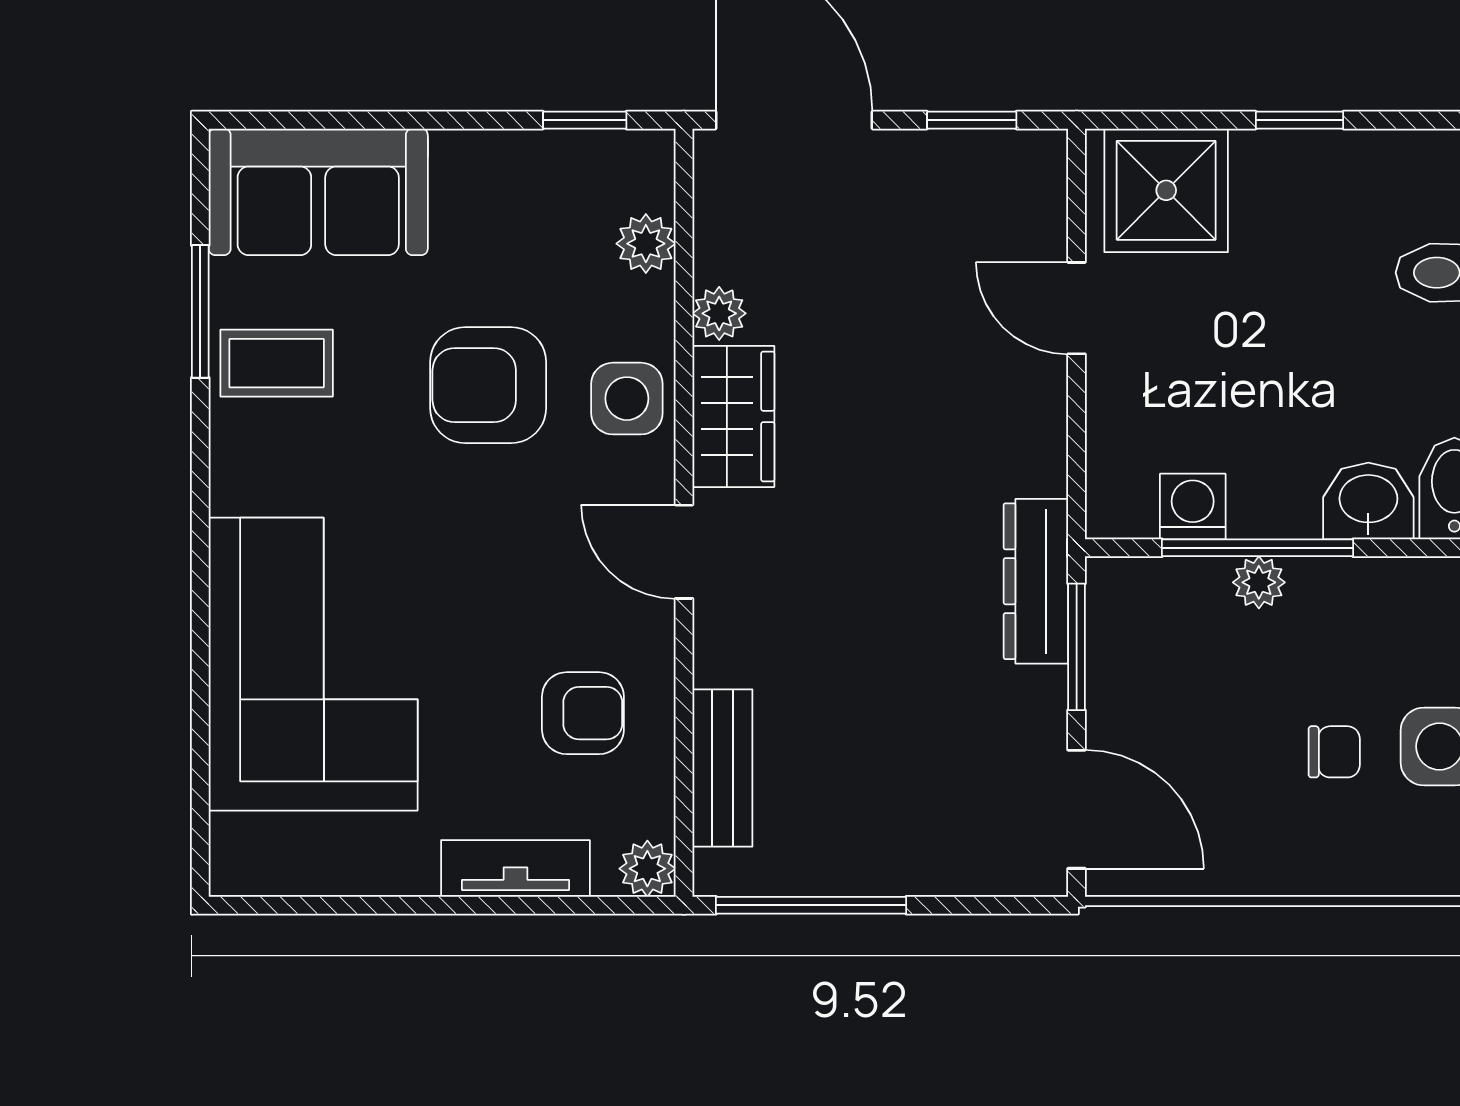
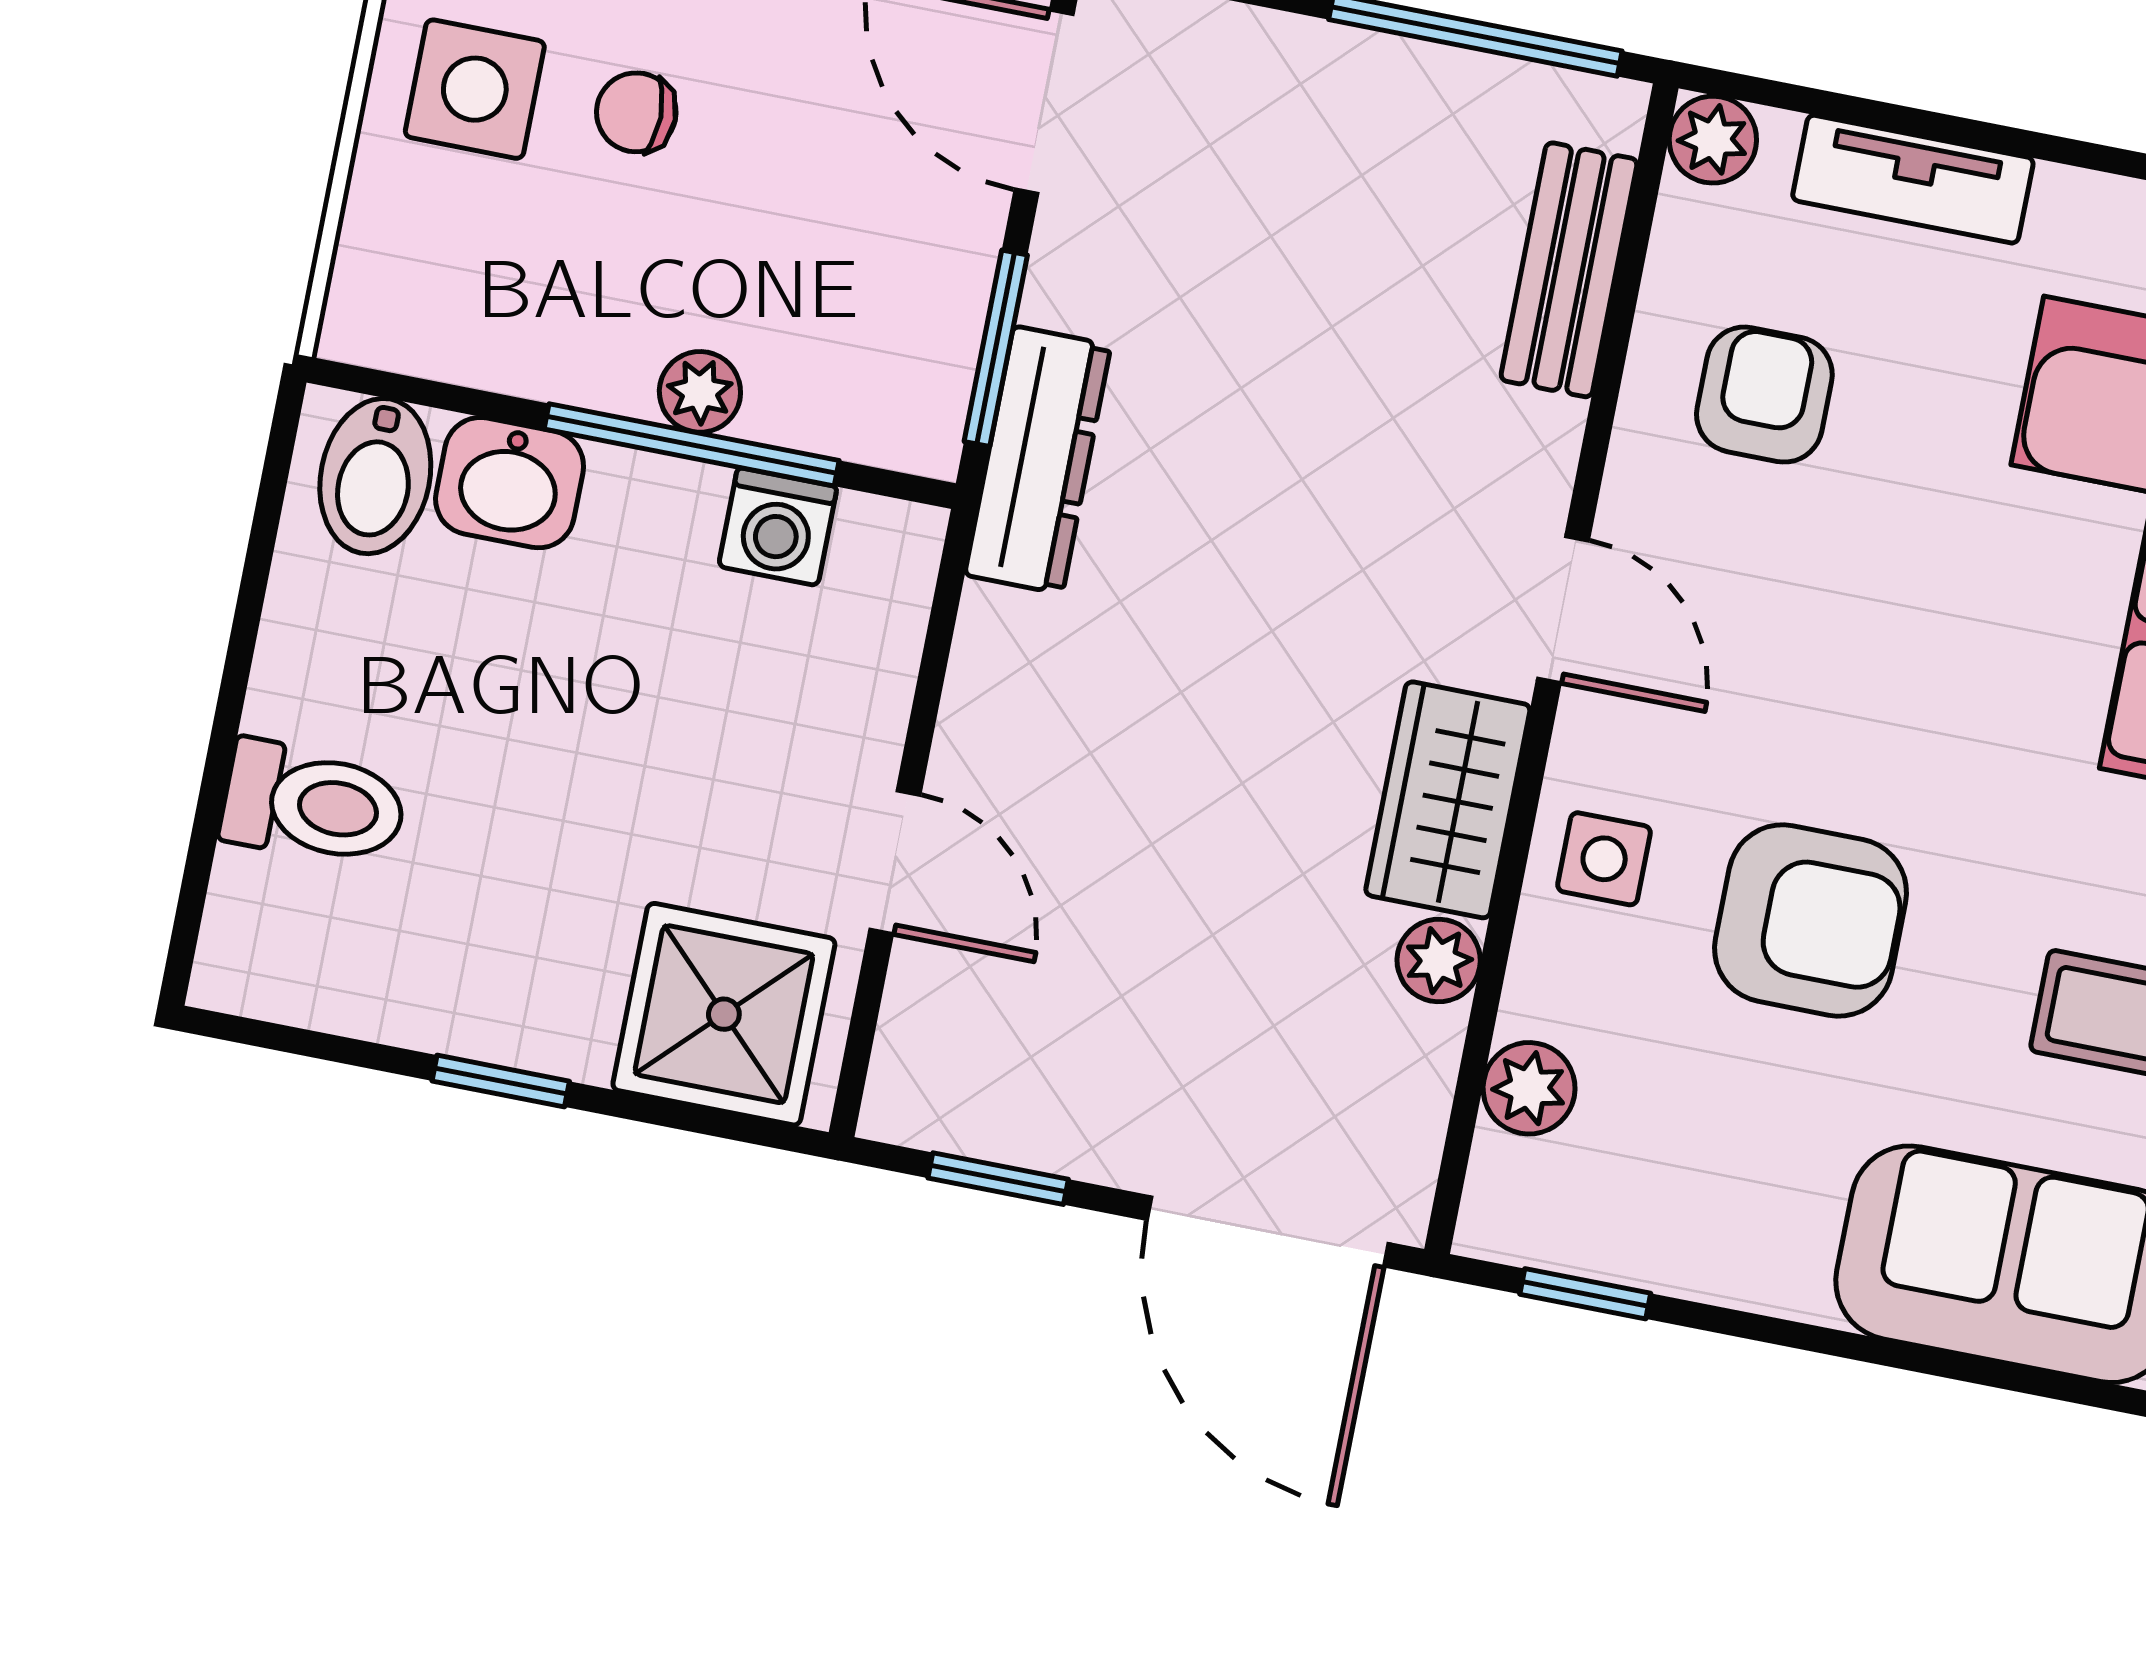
side table: (627, 399) -> (1604, 859), width x0.73, depth x0.73
armchair: (583, 713) -> (1764, 395), turned 90

